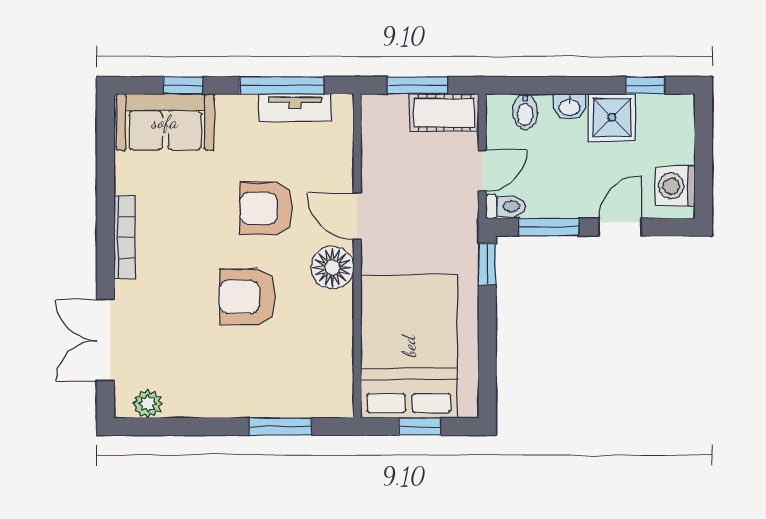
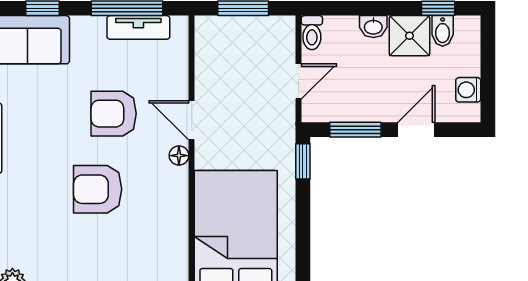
cot: (444, 112) -> (266, 32), removed
bidet: (525, 112) -> (443, 31), moved
washing machine: (675, 186) -> (468, 90), width x0.73, depth x0.73
toilet: (506, 206) -> (312, 33), moved, turned 90
floor lamp: (332, 267) -> (179, 156), width x0.53, depth x0.53

